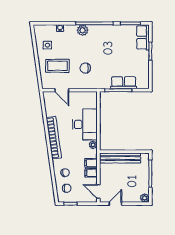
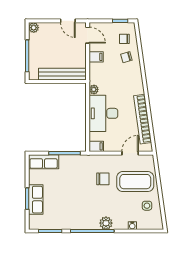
row of seats: (143, 37) -> (36, 200), moved
coffee table: (57, 66) -> (135, 182), width x1.36, depth x1.32
row of seats: (124, 83) -> (44, 162), moved
door: (62, 90) -> (130, 153), hinge flipped
bookcase: (54, 138) -> (143, 119), moved
filing cabinet: (91, 163) -> (96, 146), moved
door: (115, 204) -> (68, 21), hinge flipped

